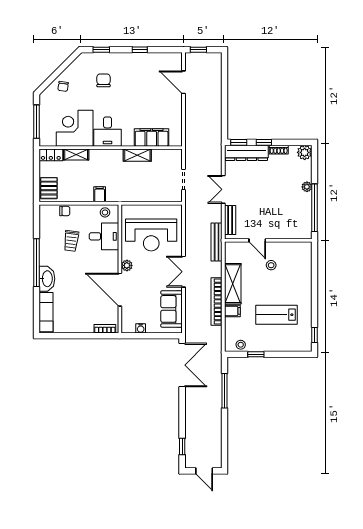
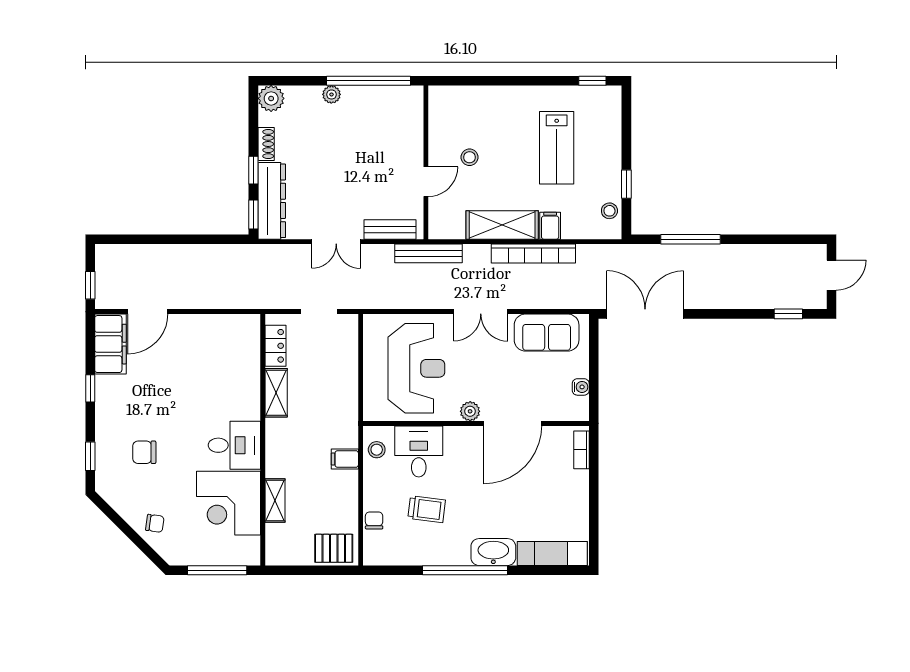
filing cabinet: (152, 137) -> (110, 344), moved, turned 180
locker: (51, 155) -> (275, 346), moved

